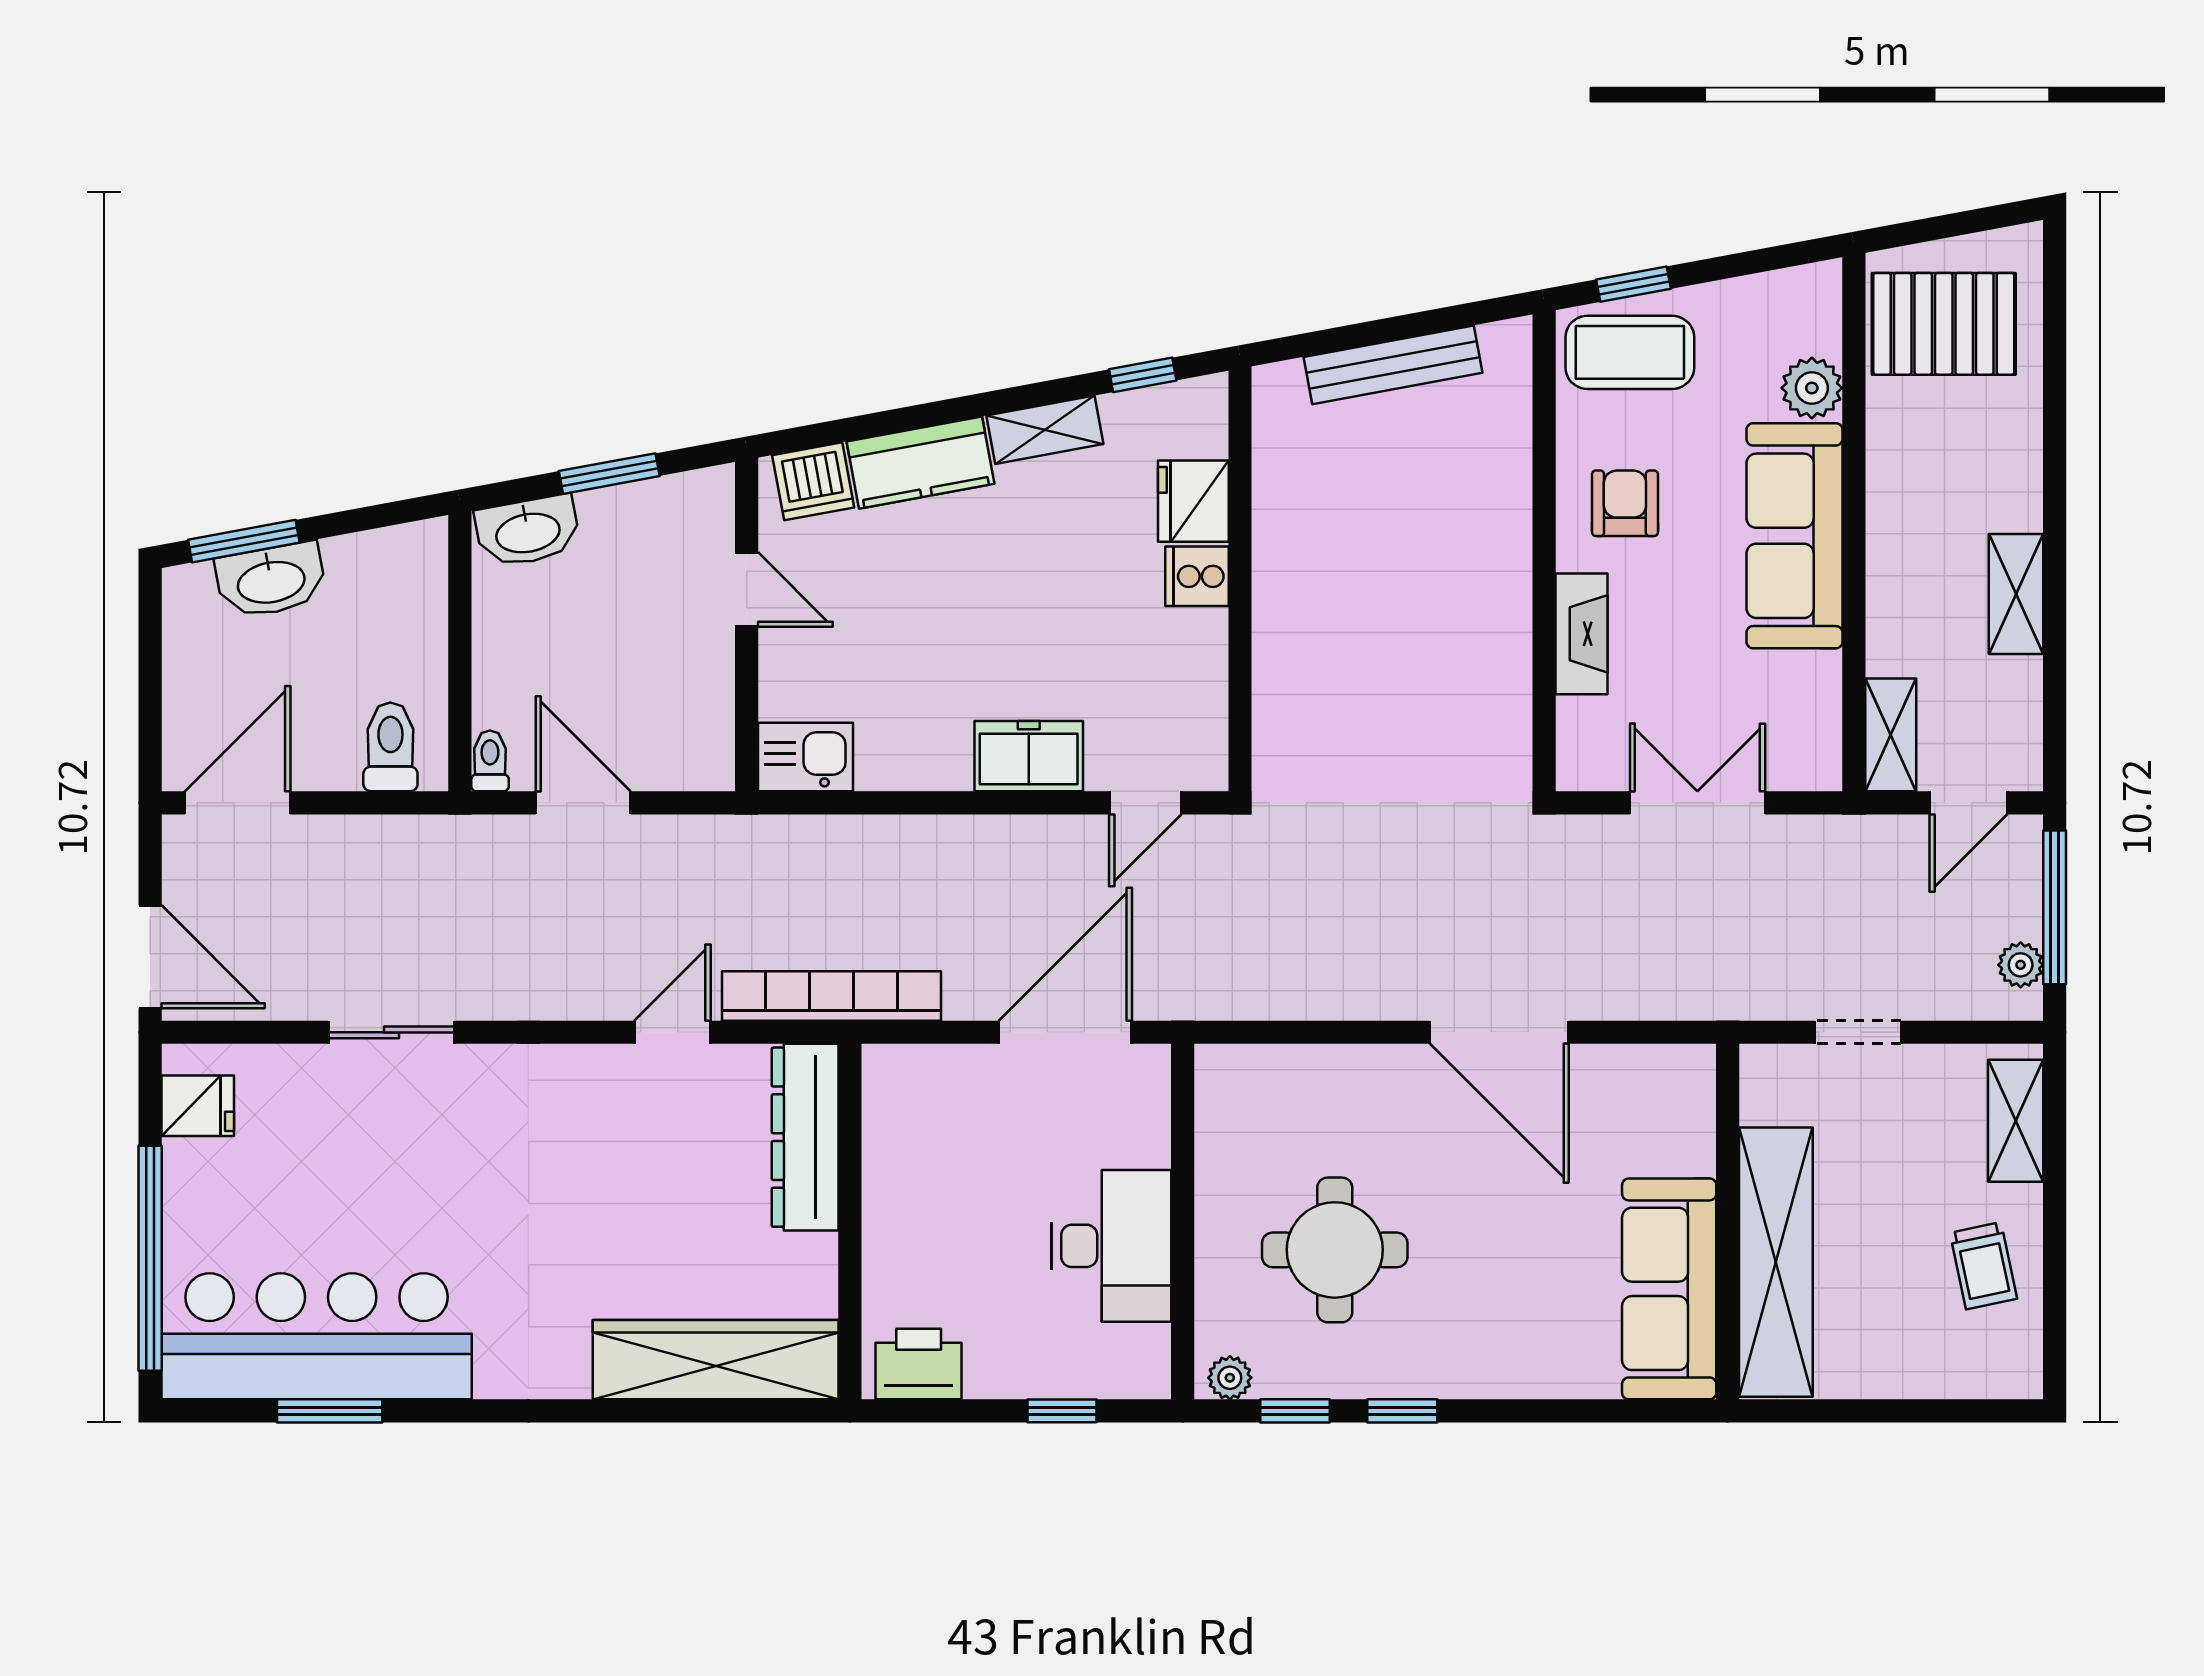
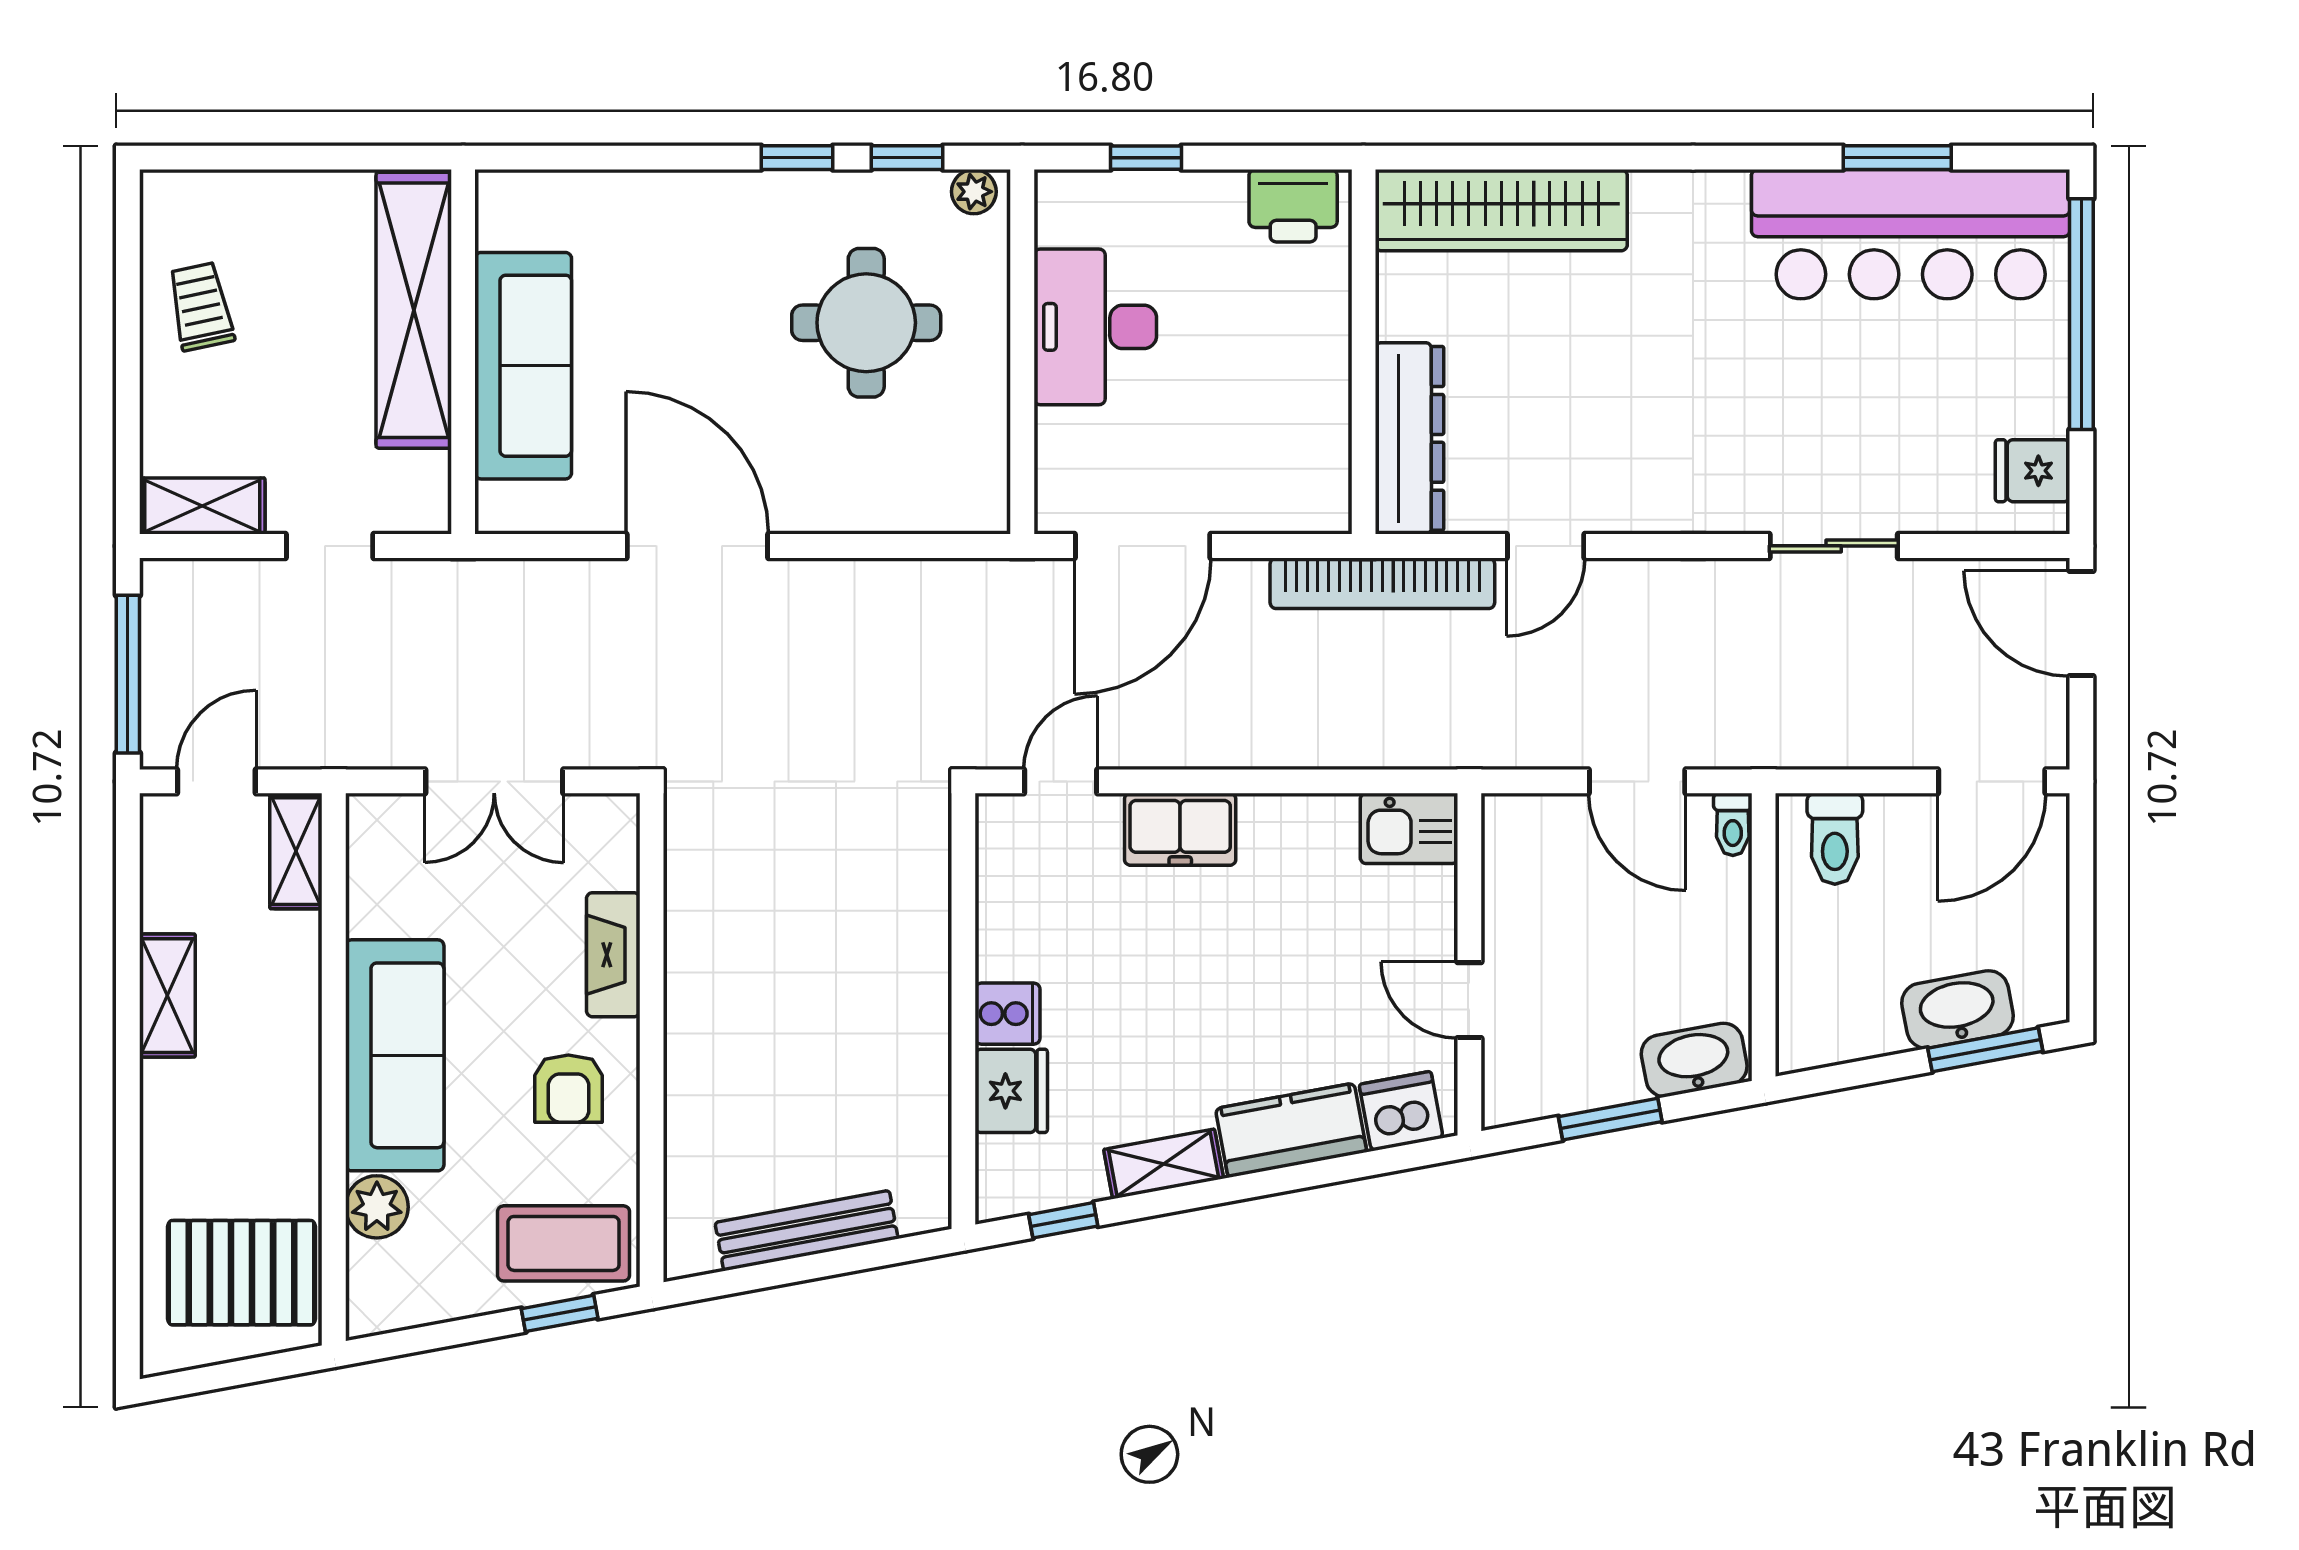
plant: (2021, 965) -> (163, 615), removed
shelving: (2016, 1121) -> (202, 506), moved, turned 90
sofa: (1669, 1289) -> (523, 366), moved

